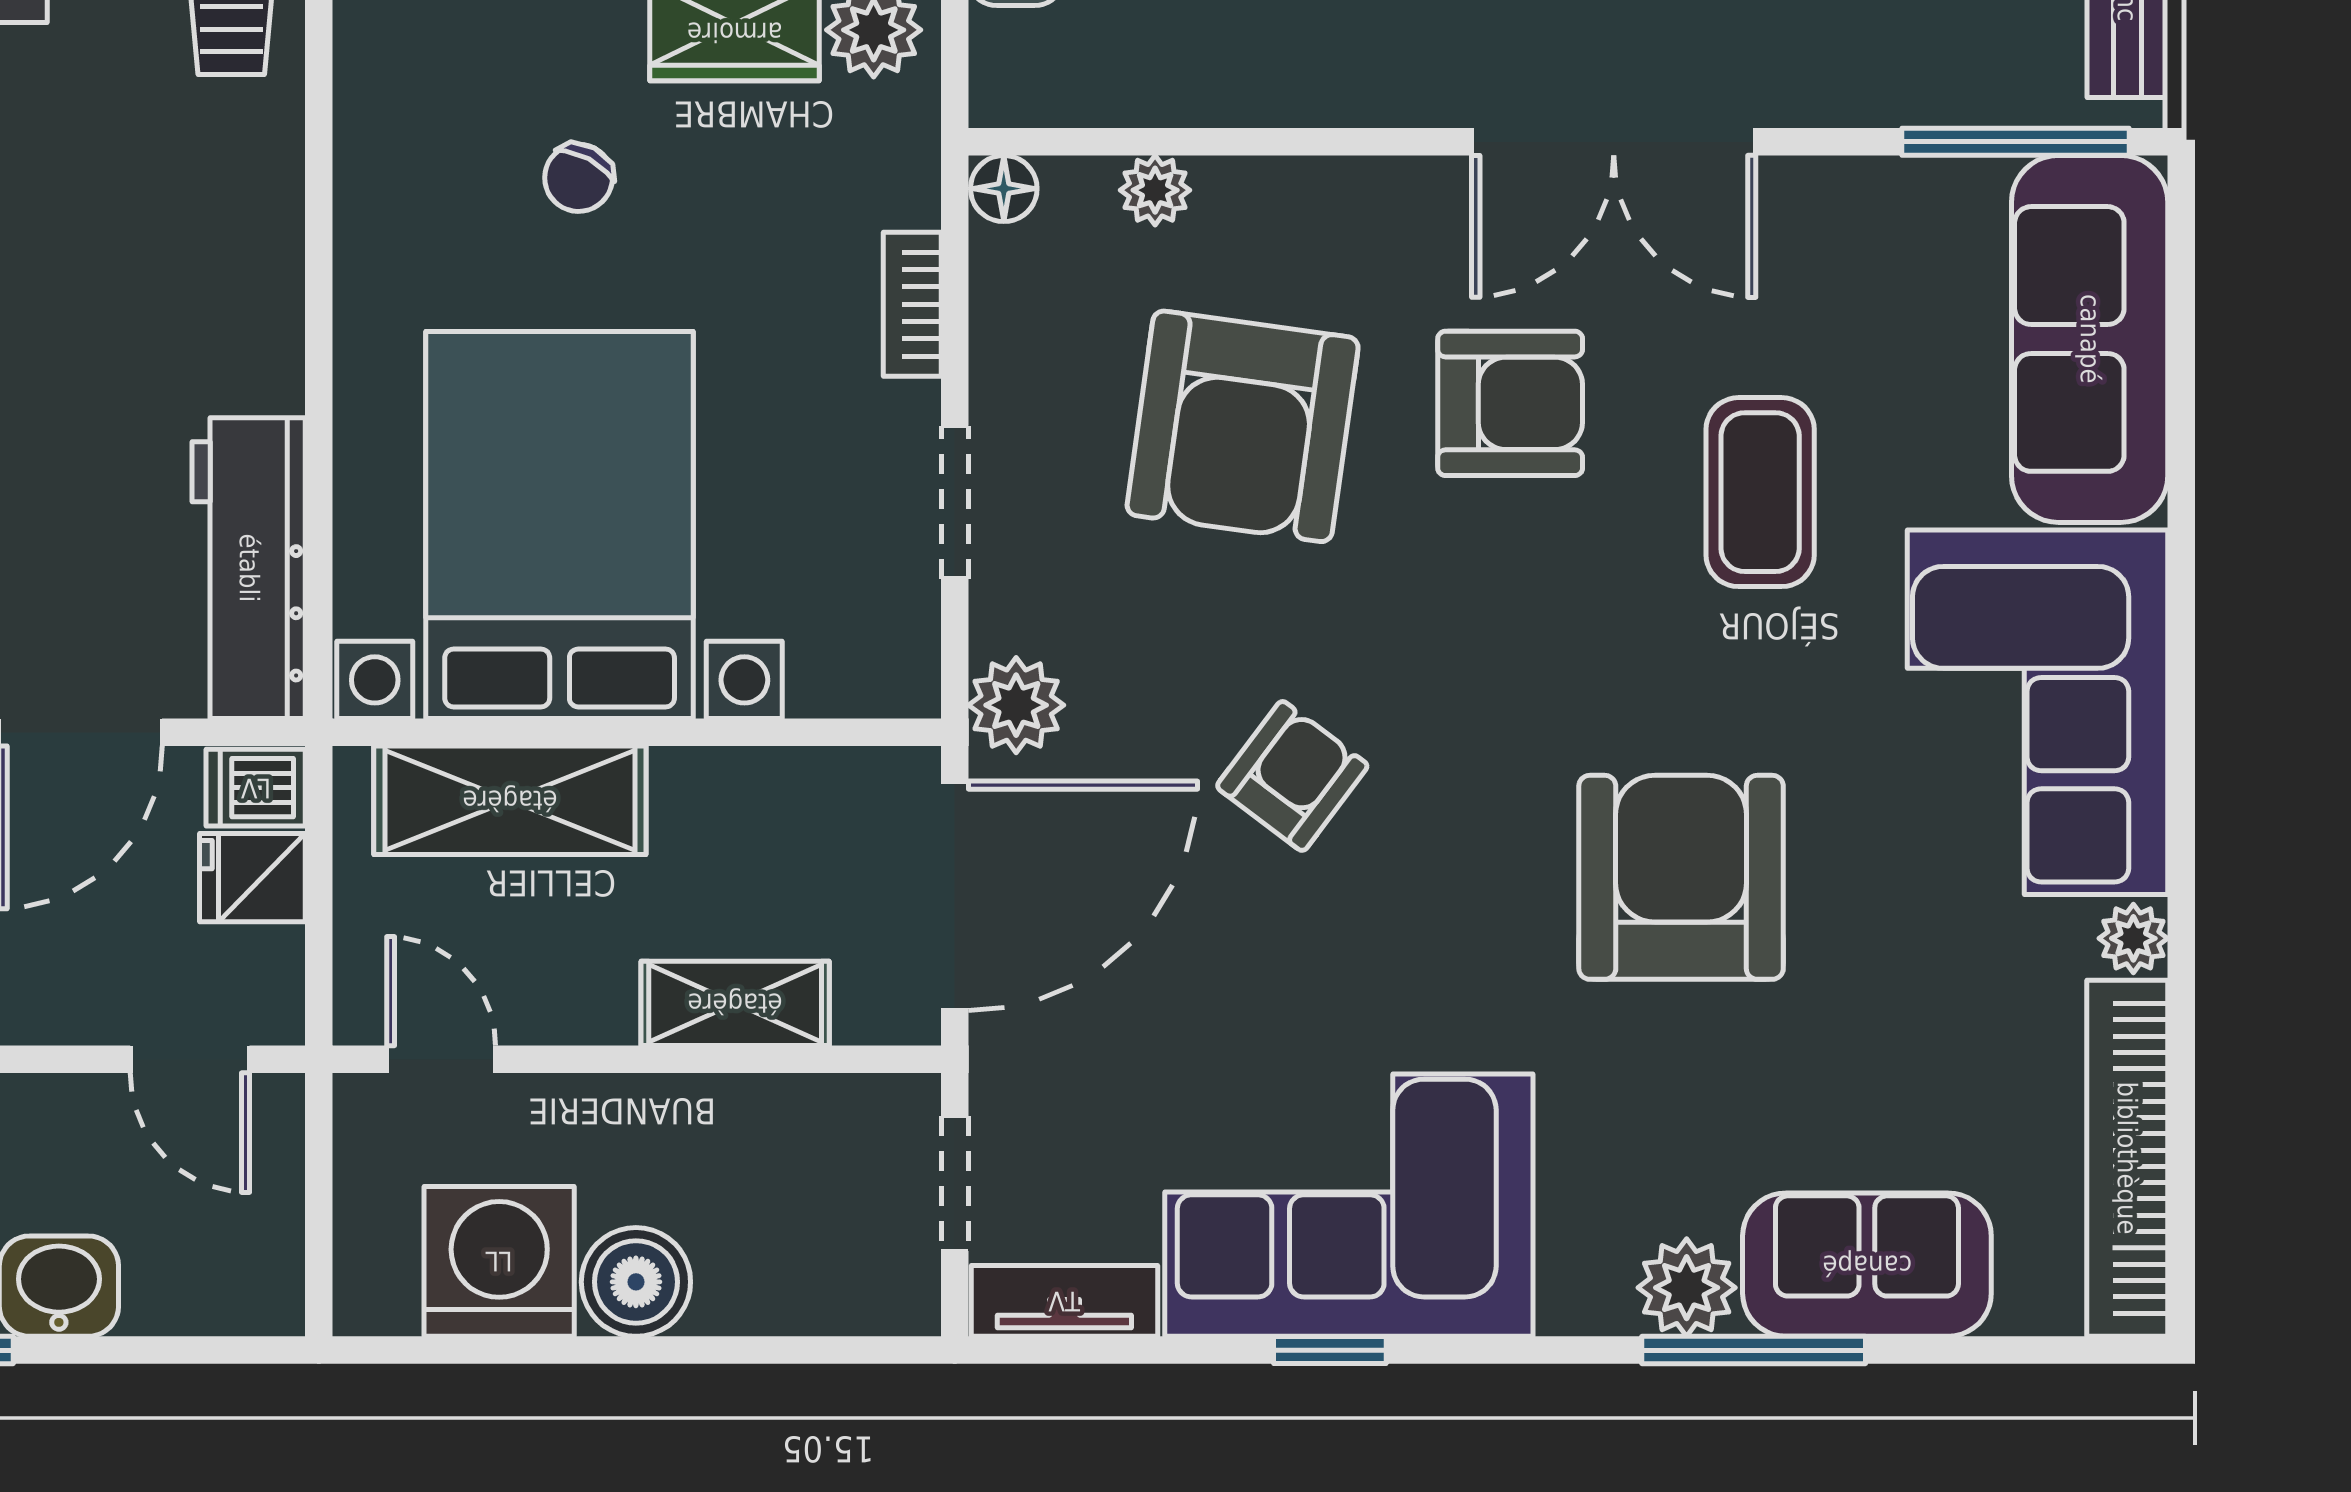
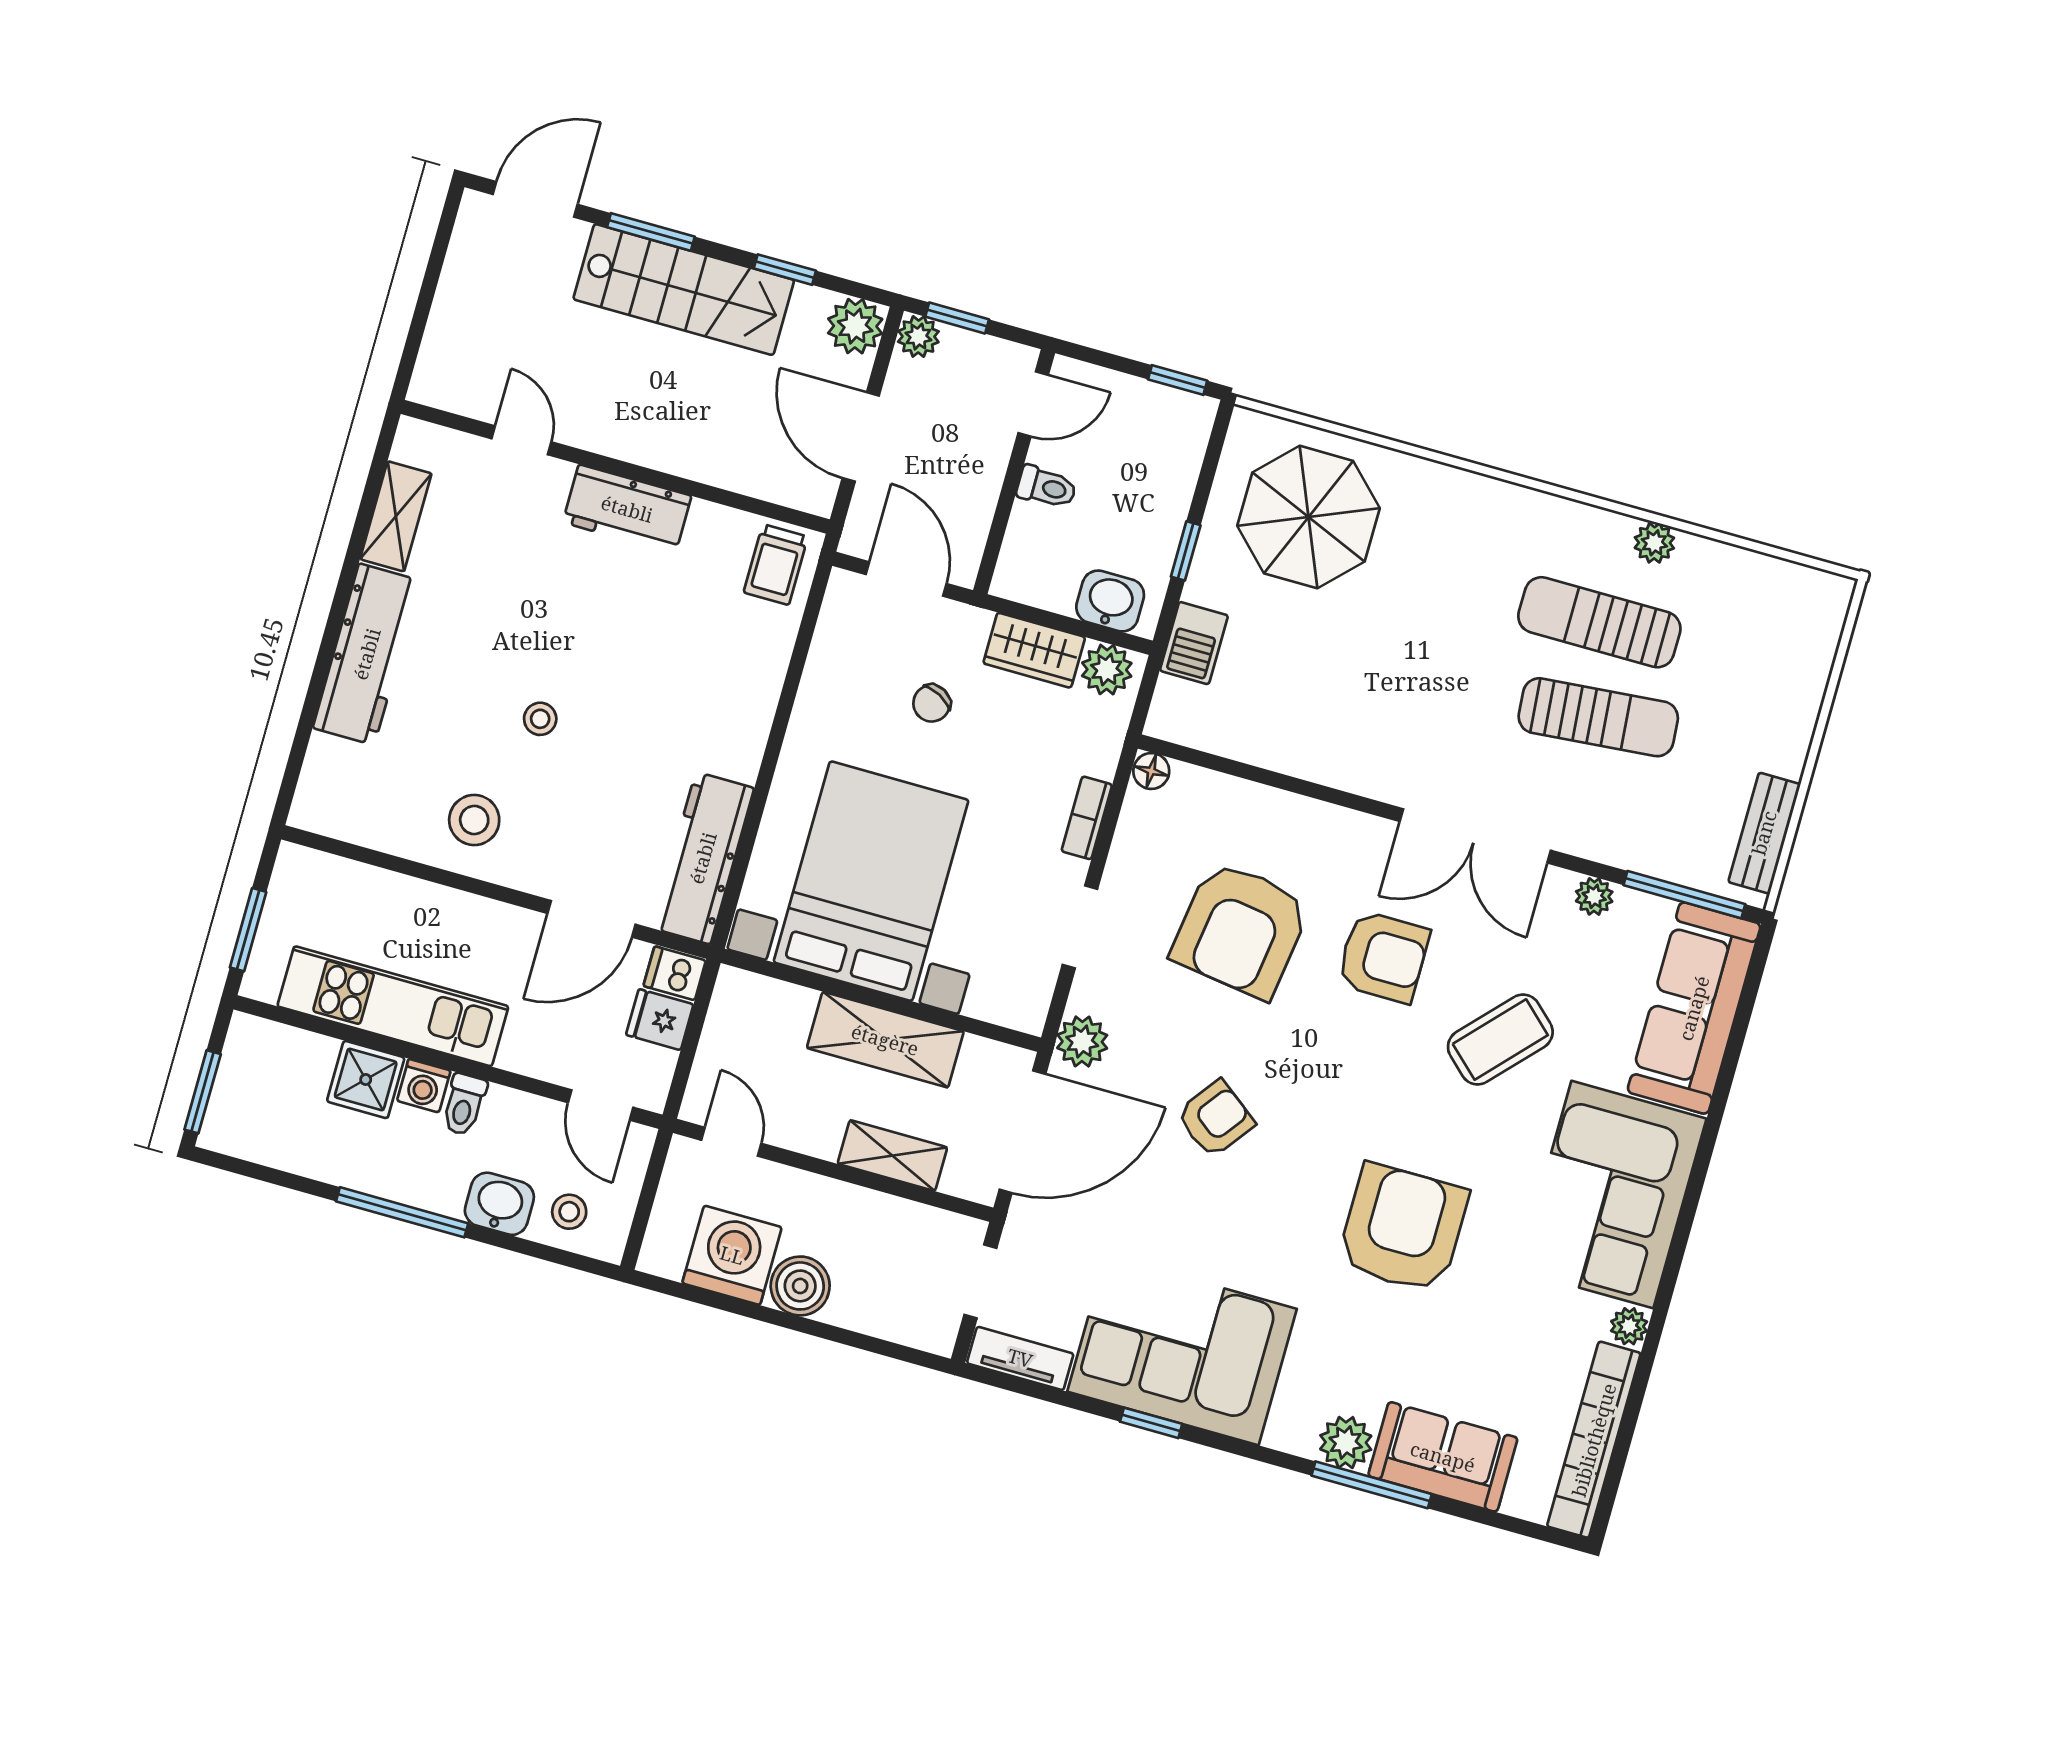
plant: (1155, 190) -> (1594, 896), moved
coffee table: (1760, 492) -> (1500, 1040), turned 43
shelving: (510, 800) -> (885, 1040), moved
stool: (187, 1265) -> (569, 1212), added

